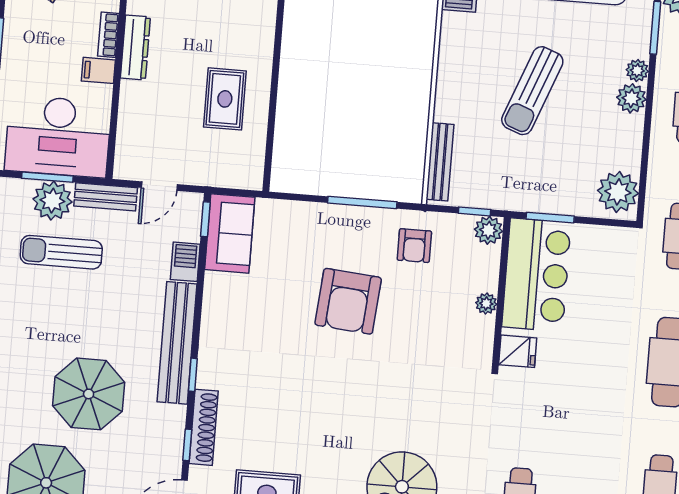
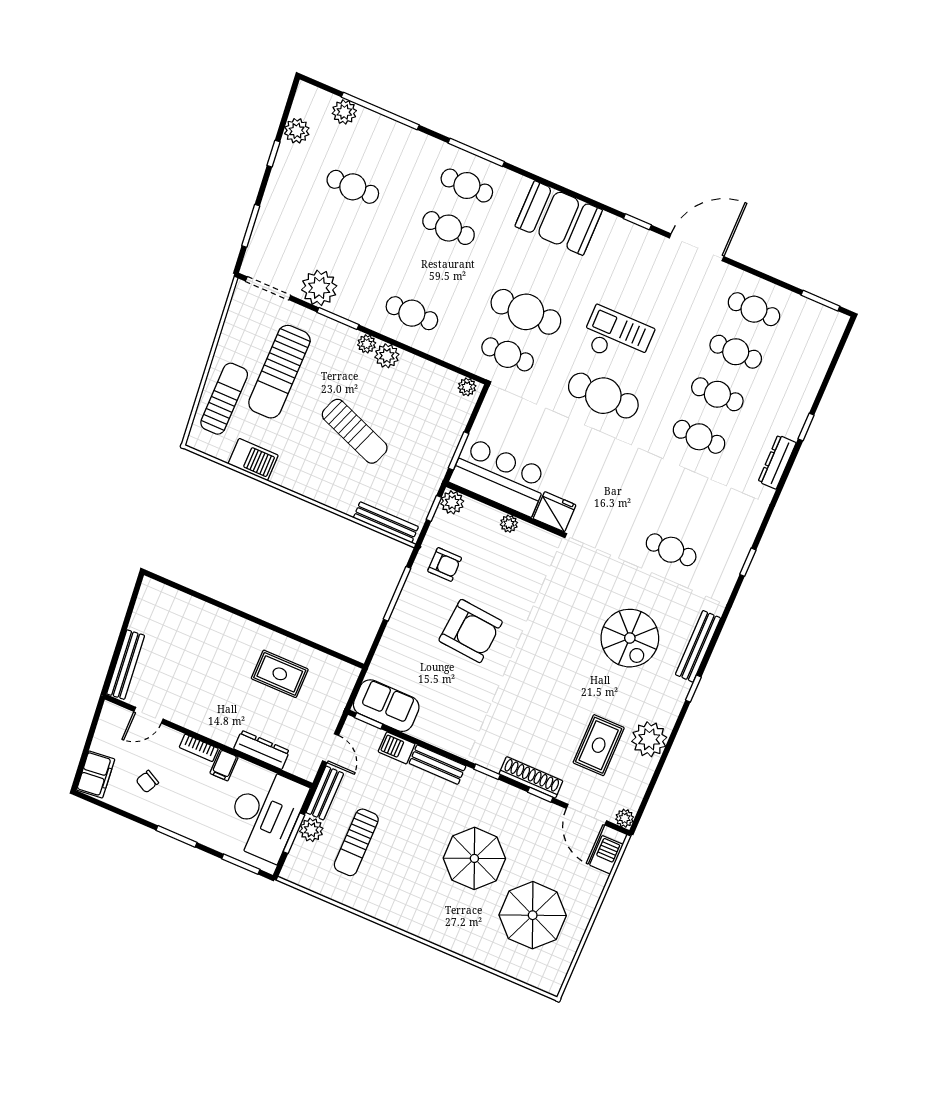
dresser: (135, 47) -> (262, 750), moved
plant: (618, 192) -> (467, 387), width x0.53, depth x0.53
plant: (52, 201) -> (311, 830), width x0.73, depth x0.73
bench: (177, 343) -> (437, 765), width x0.54, depth x0.82
fridge: (518, 351) -> (555, 512), width x1.38

